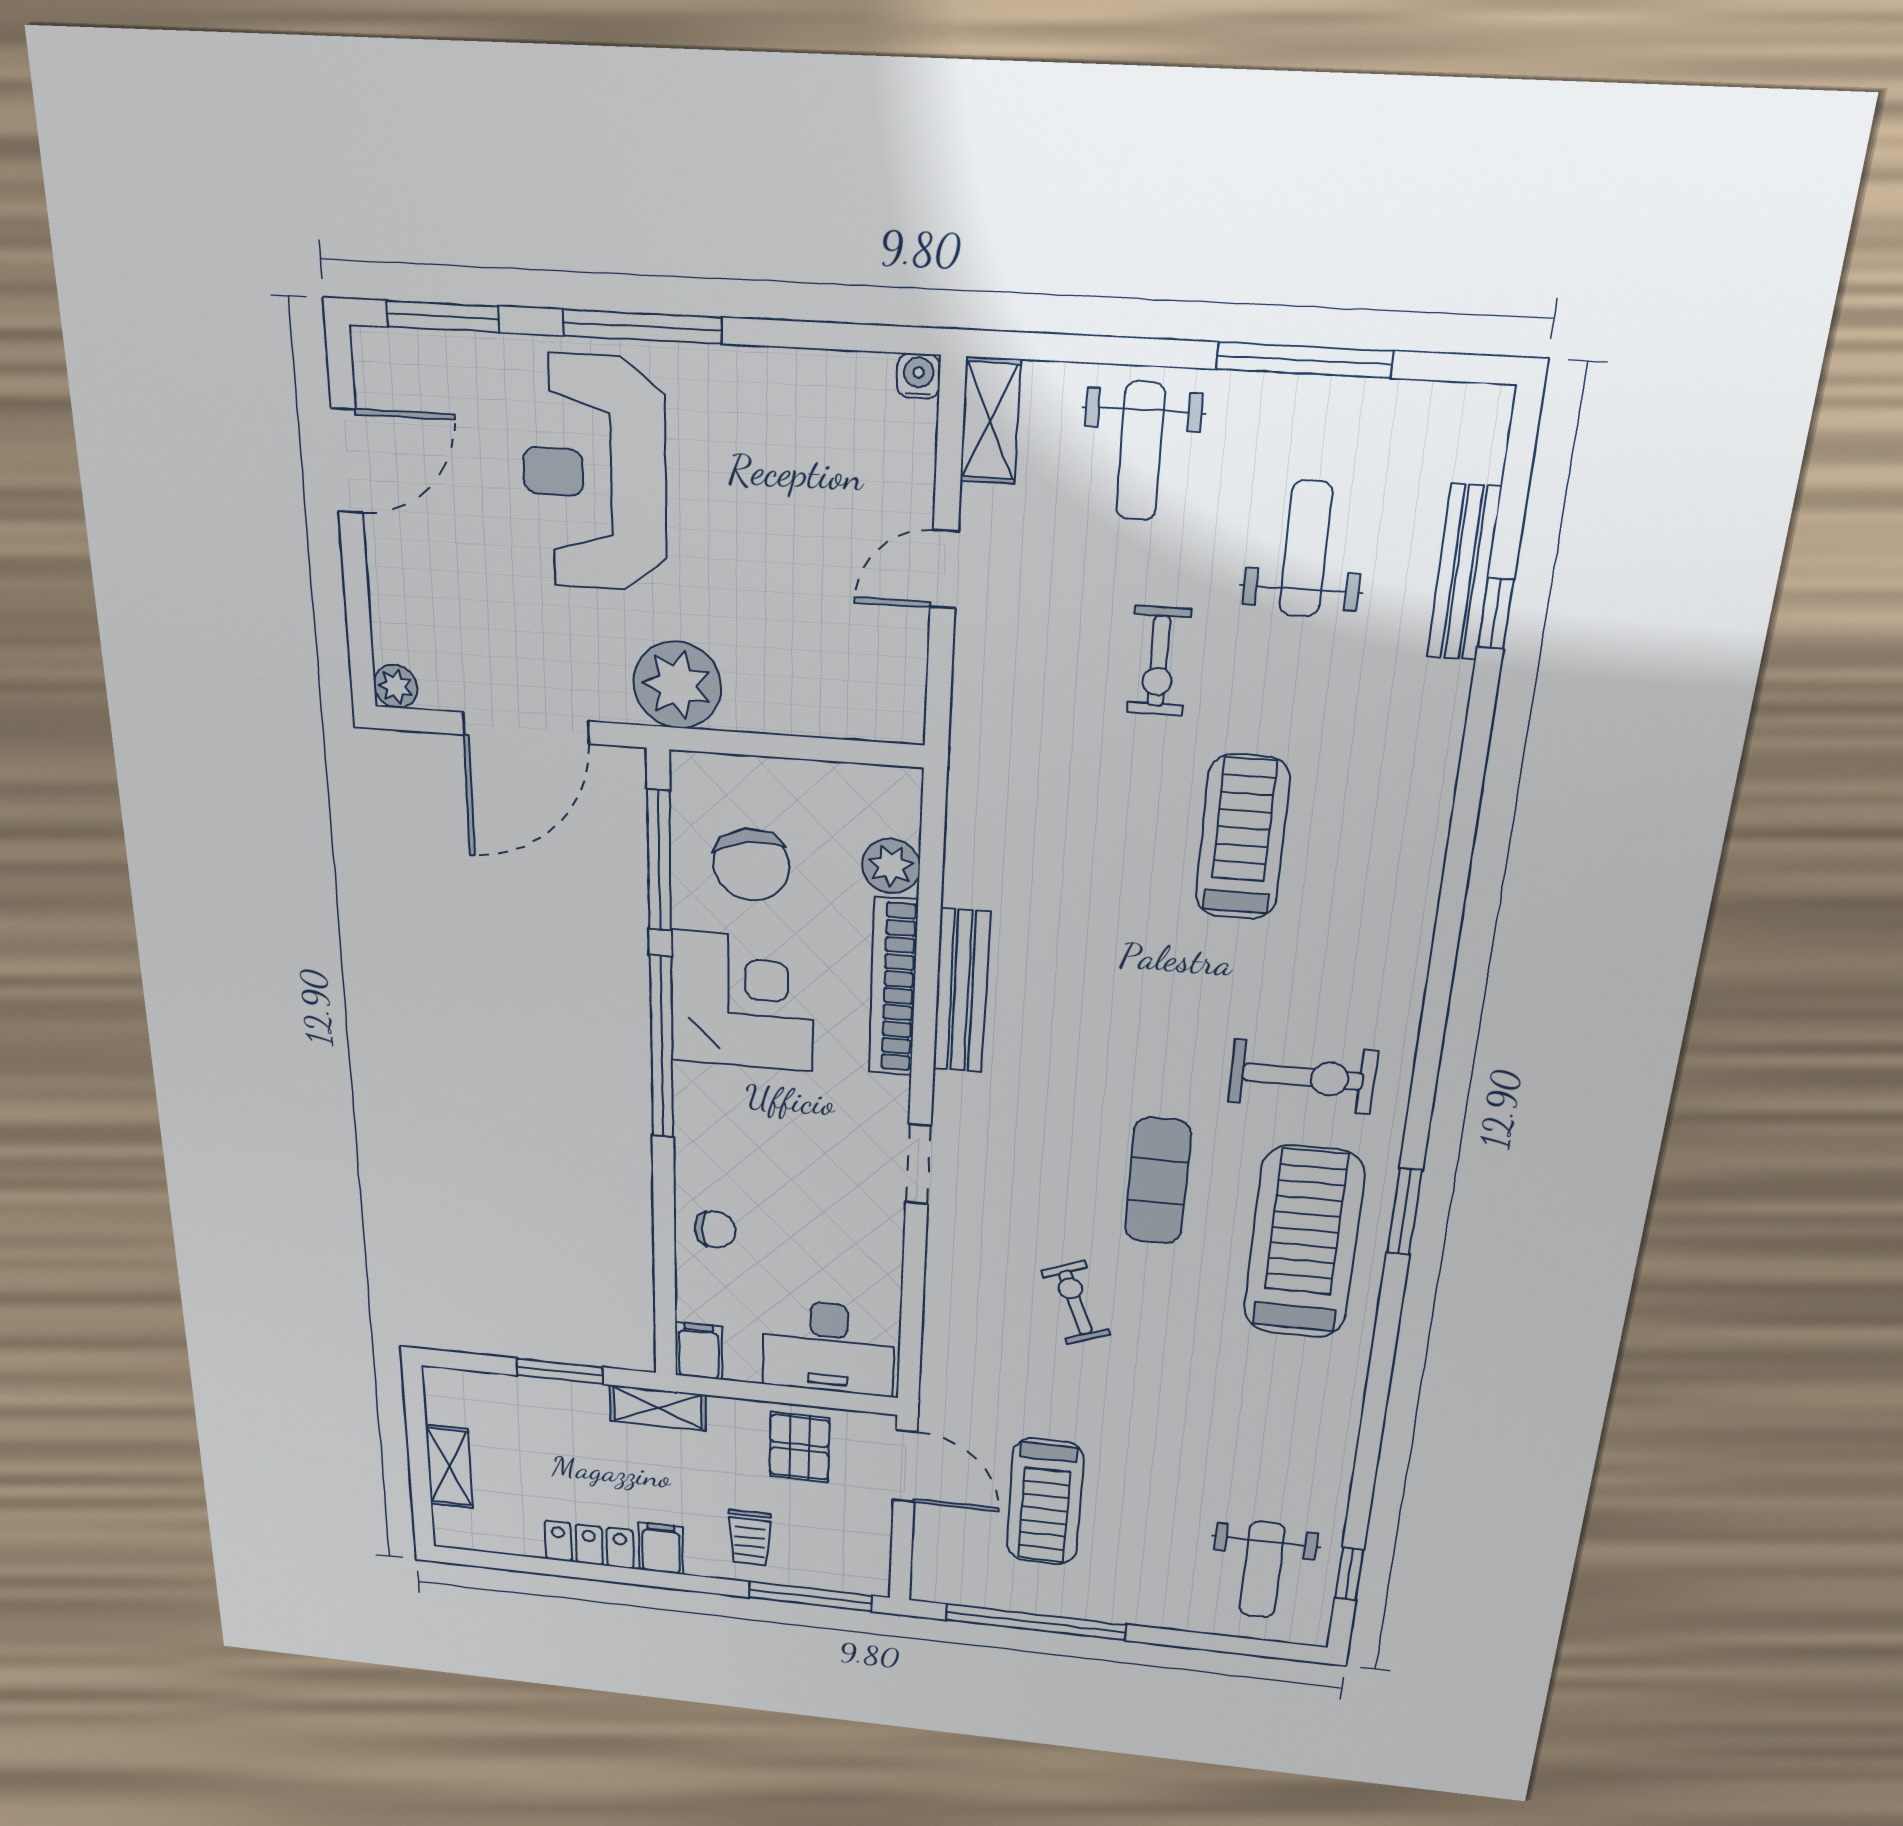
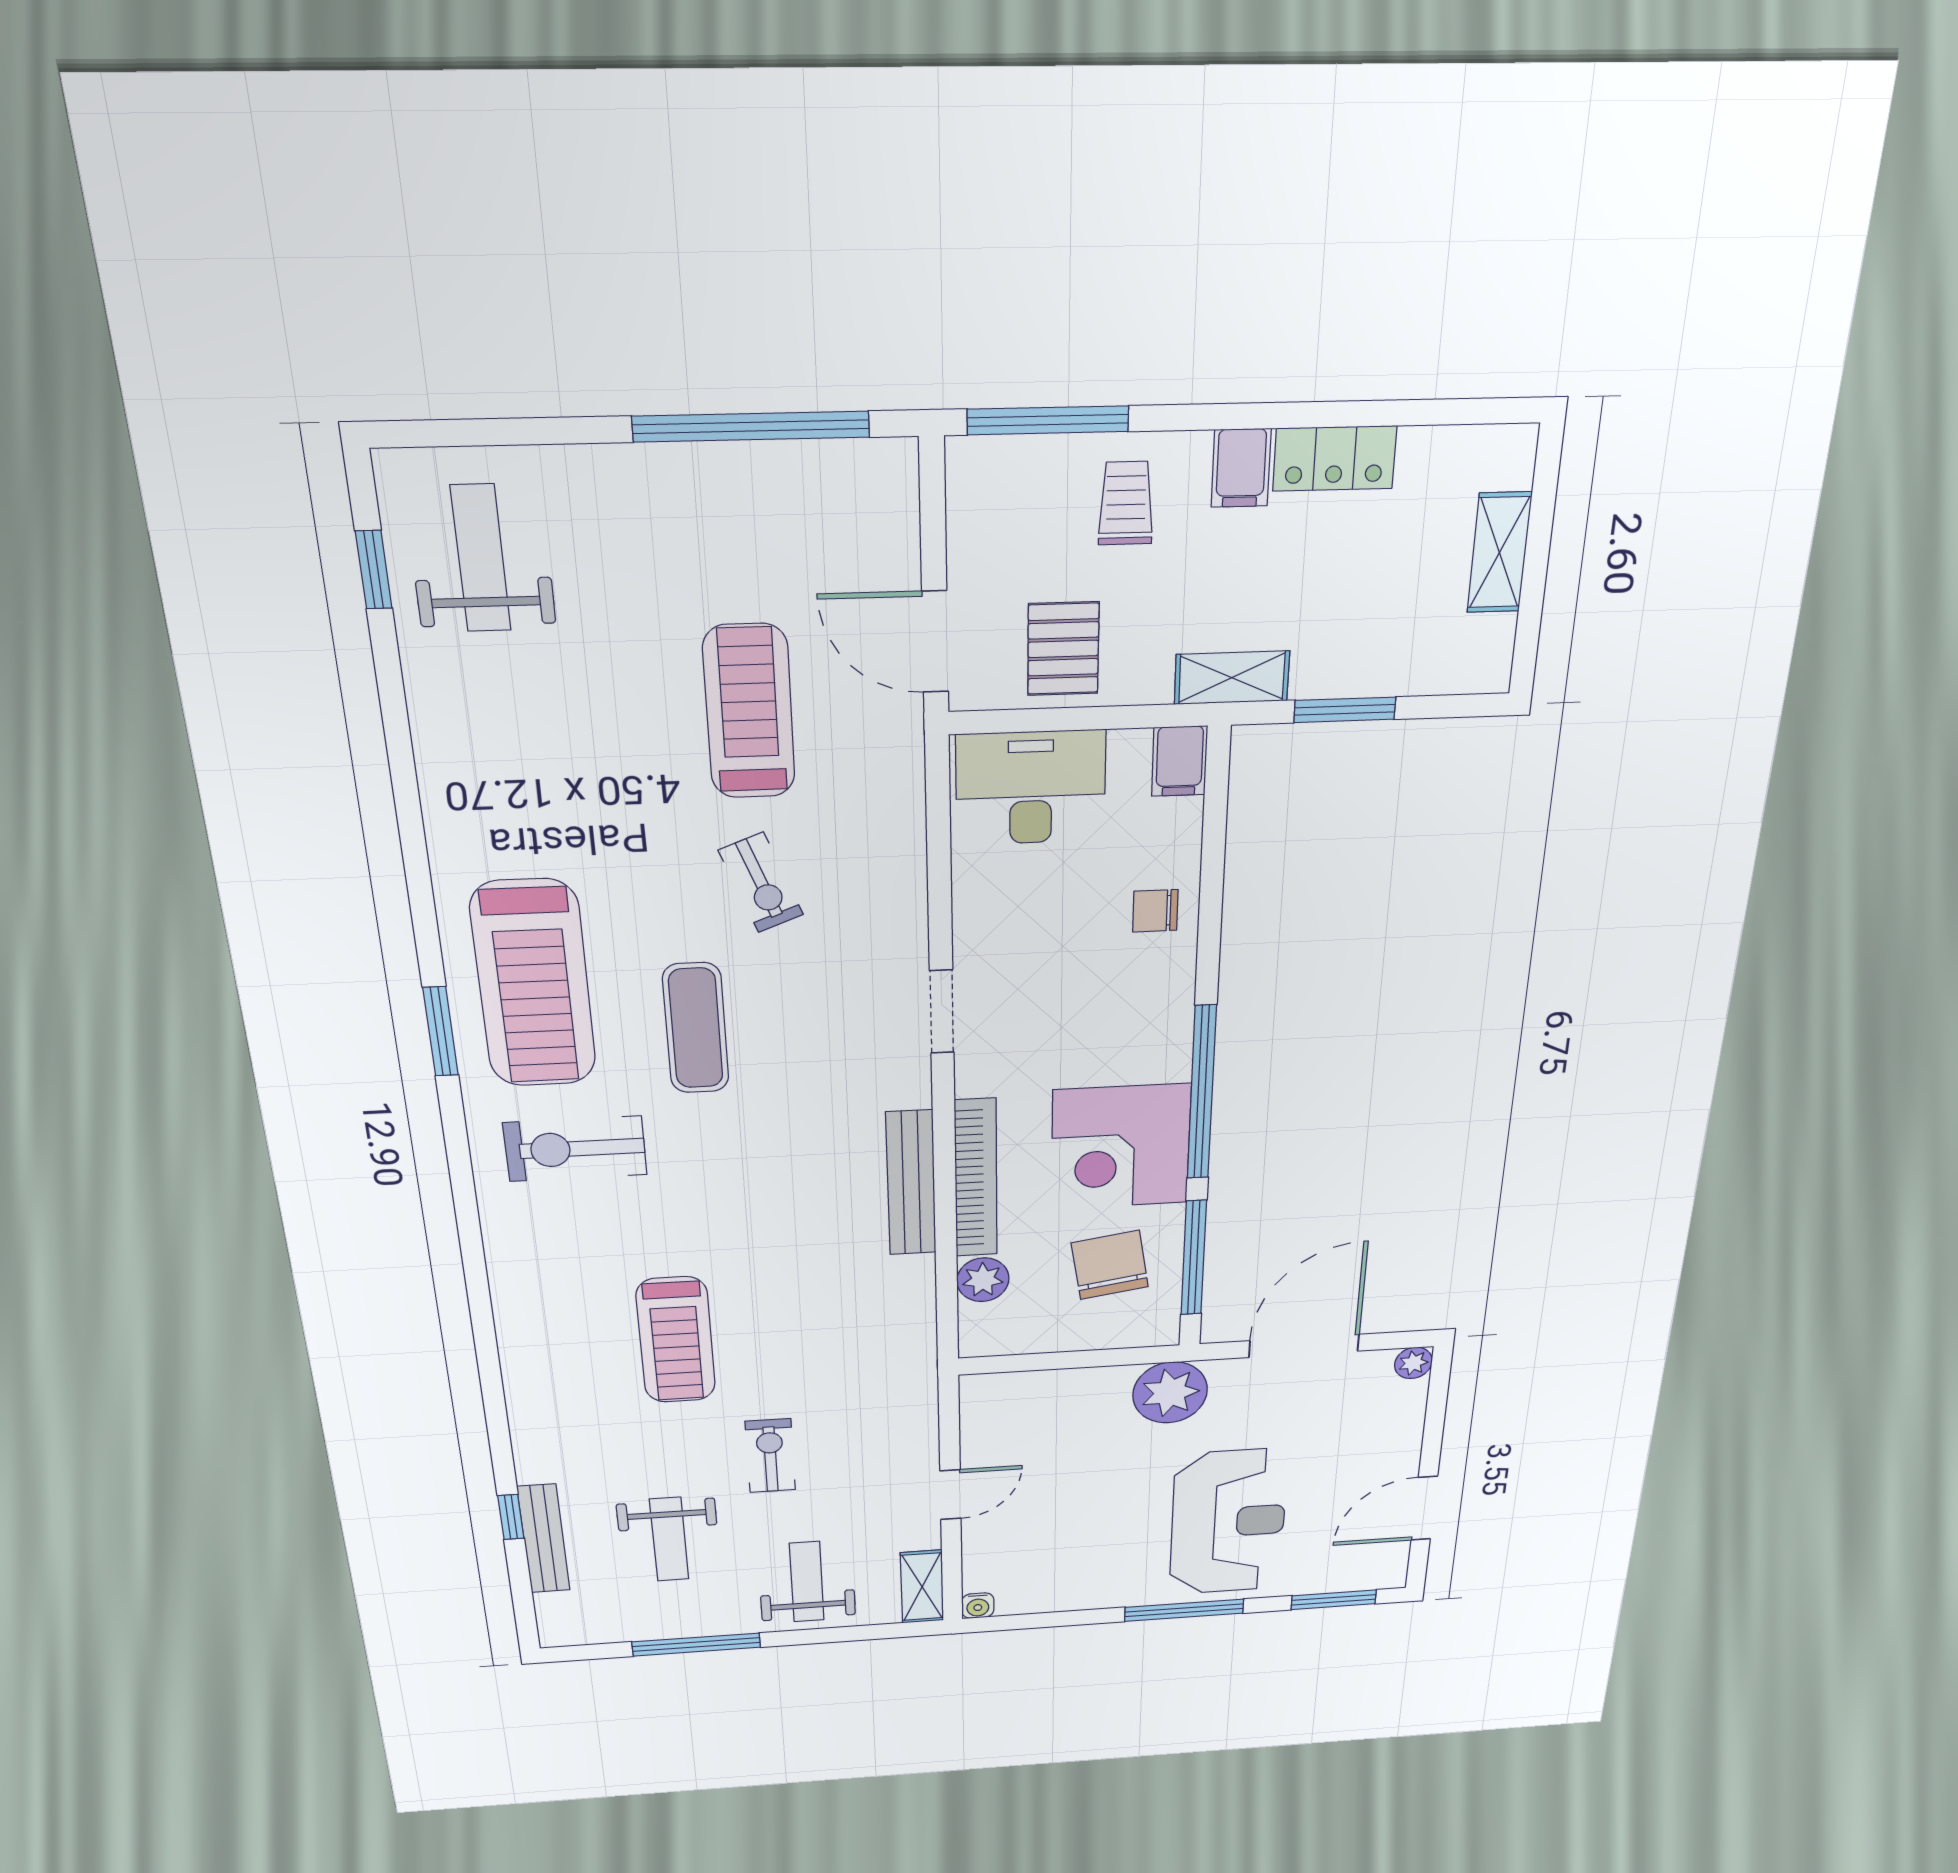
treadmill: (1045, 1502) -> (749, 712), moved

